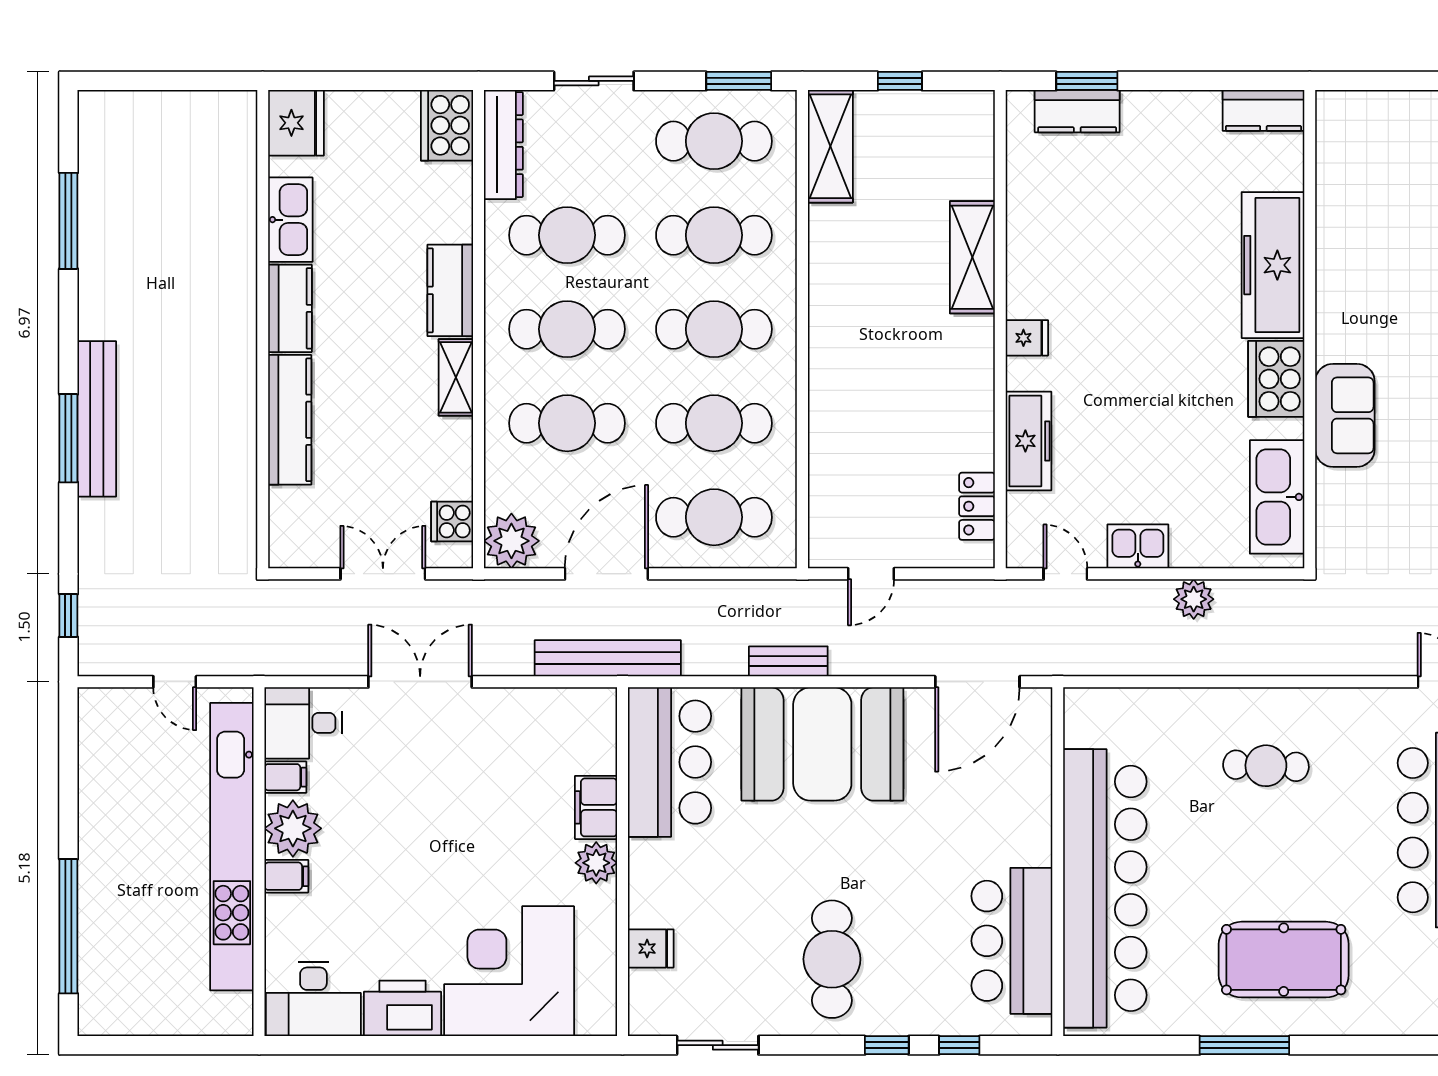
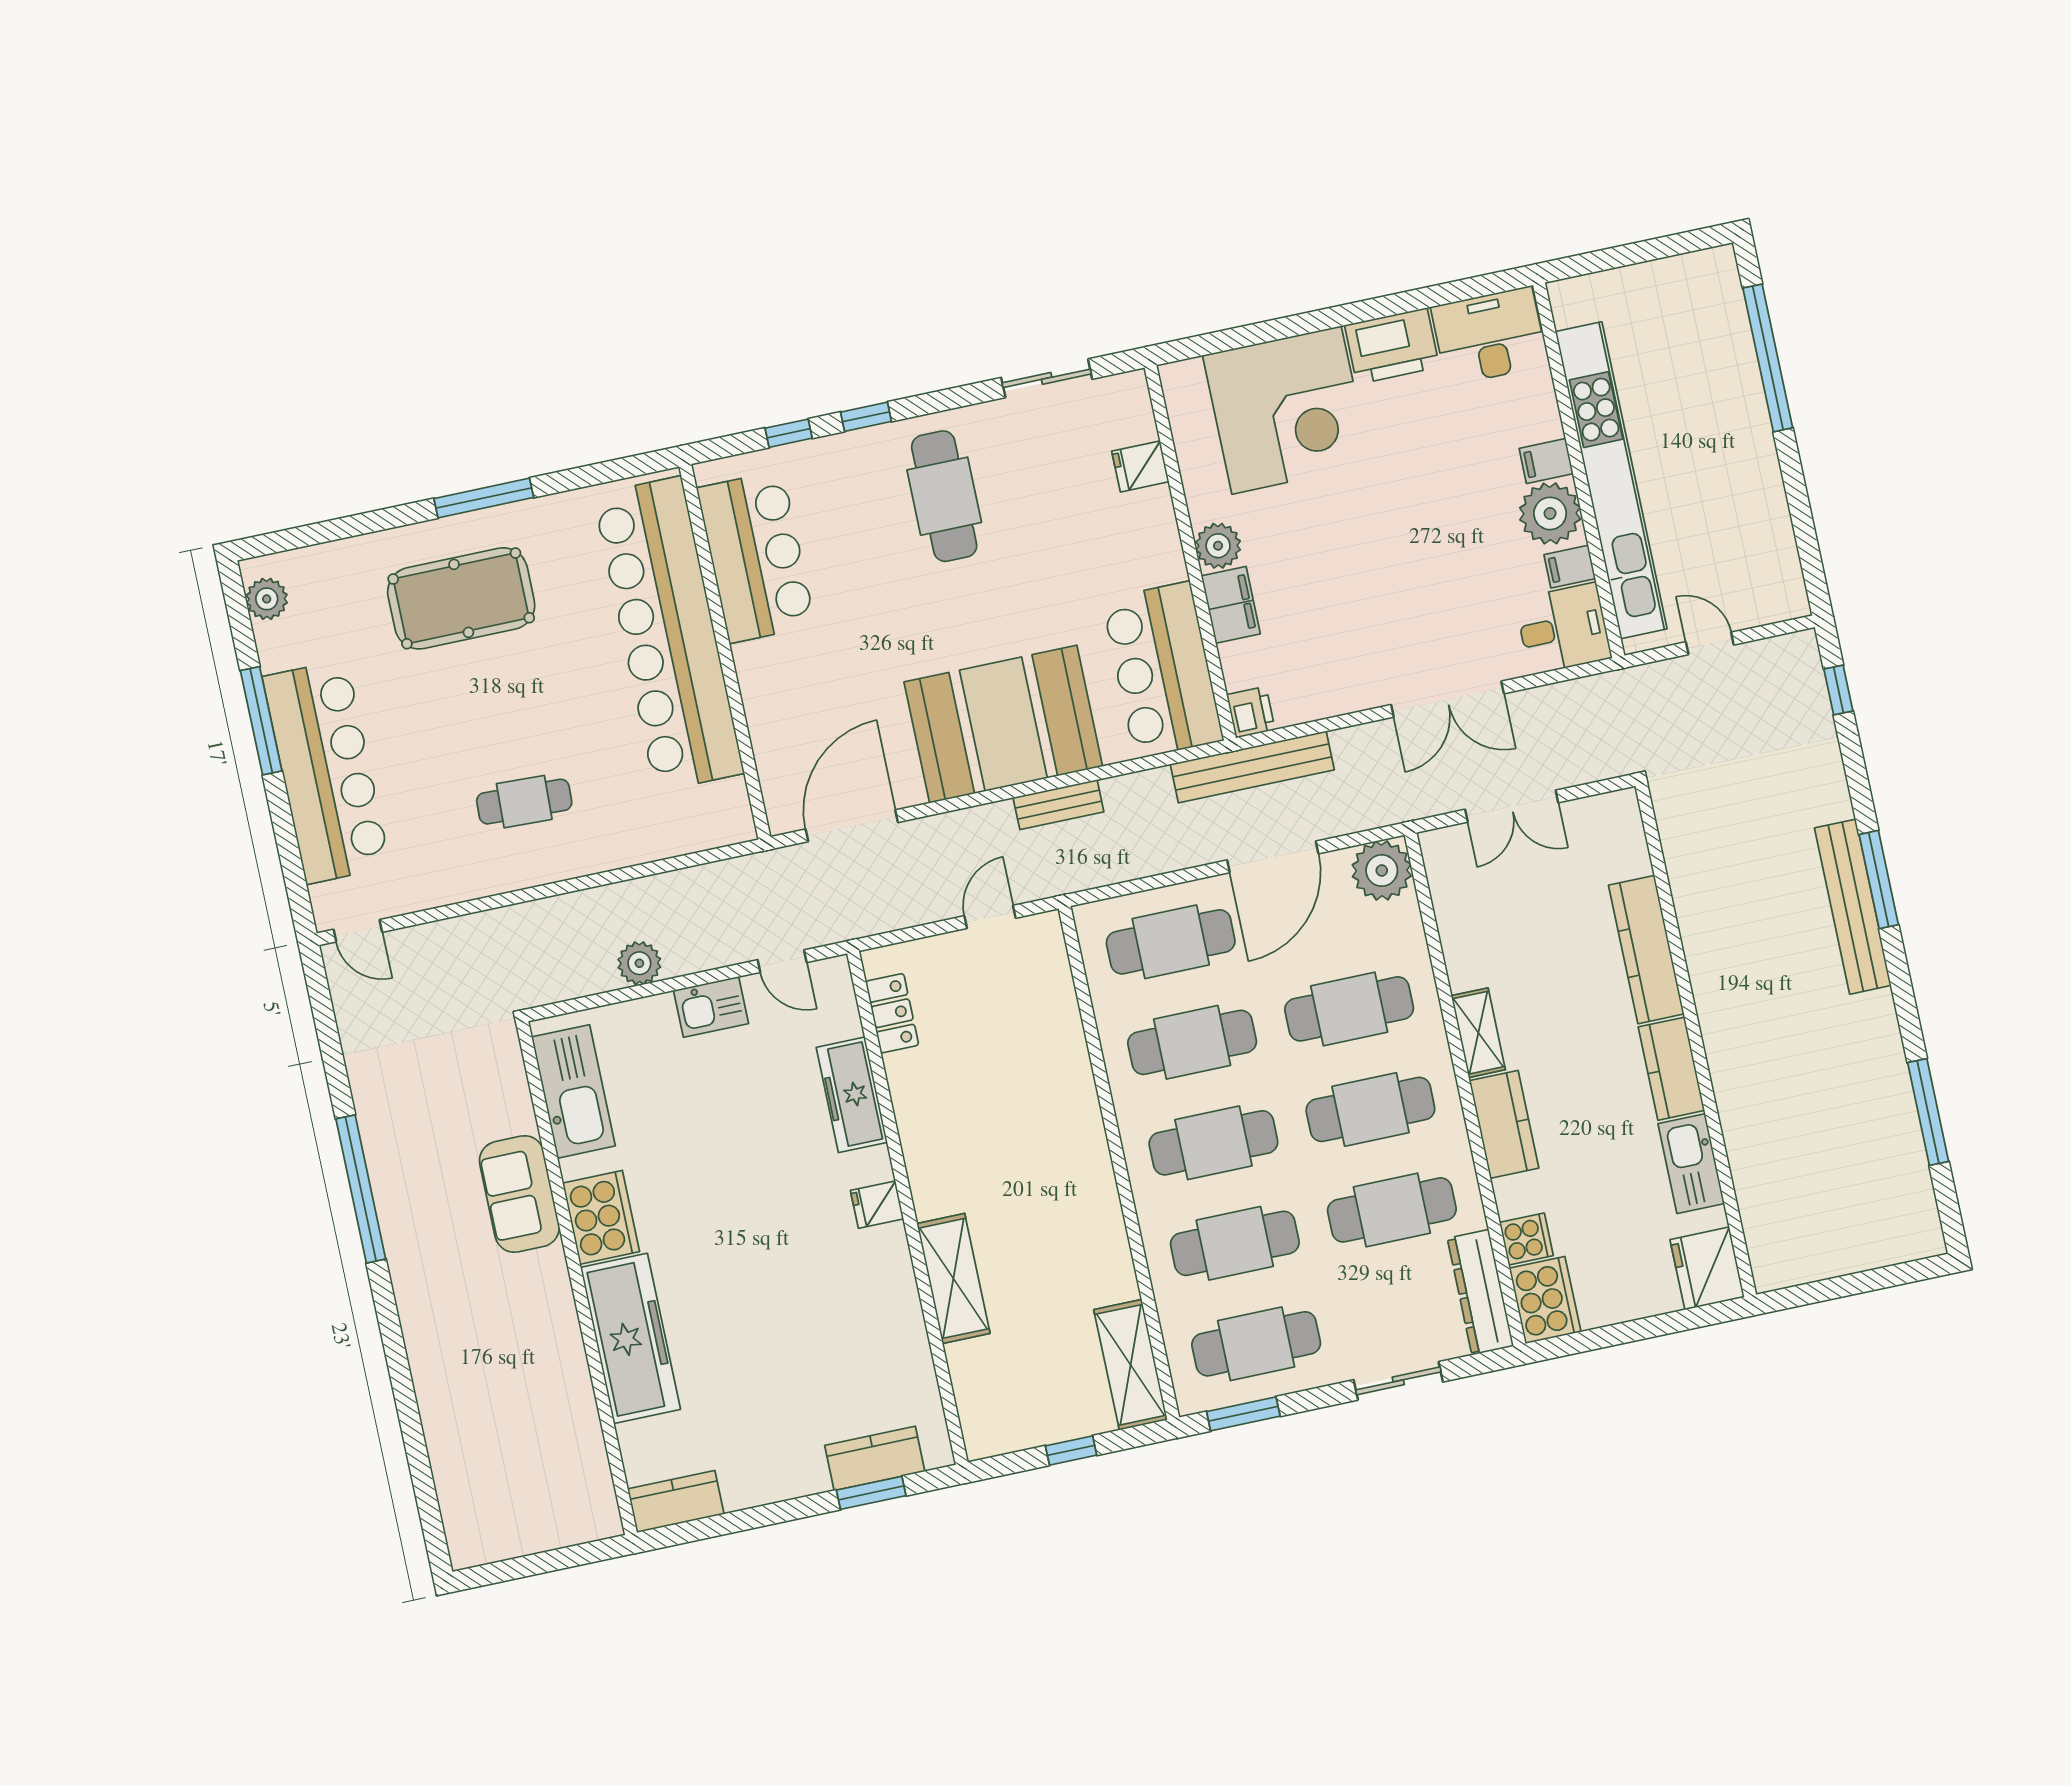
cooker: (452, 522) -> (1526, 1239), moved
printer: (599, 708) -> (1251, 712), added

